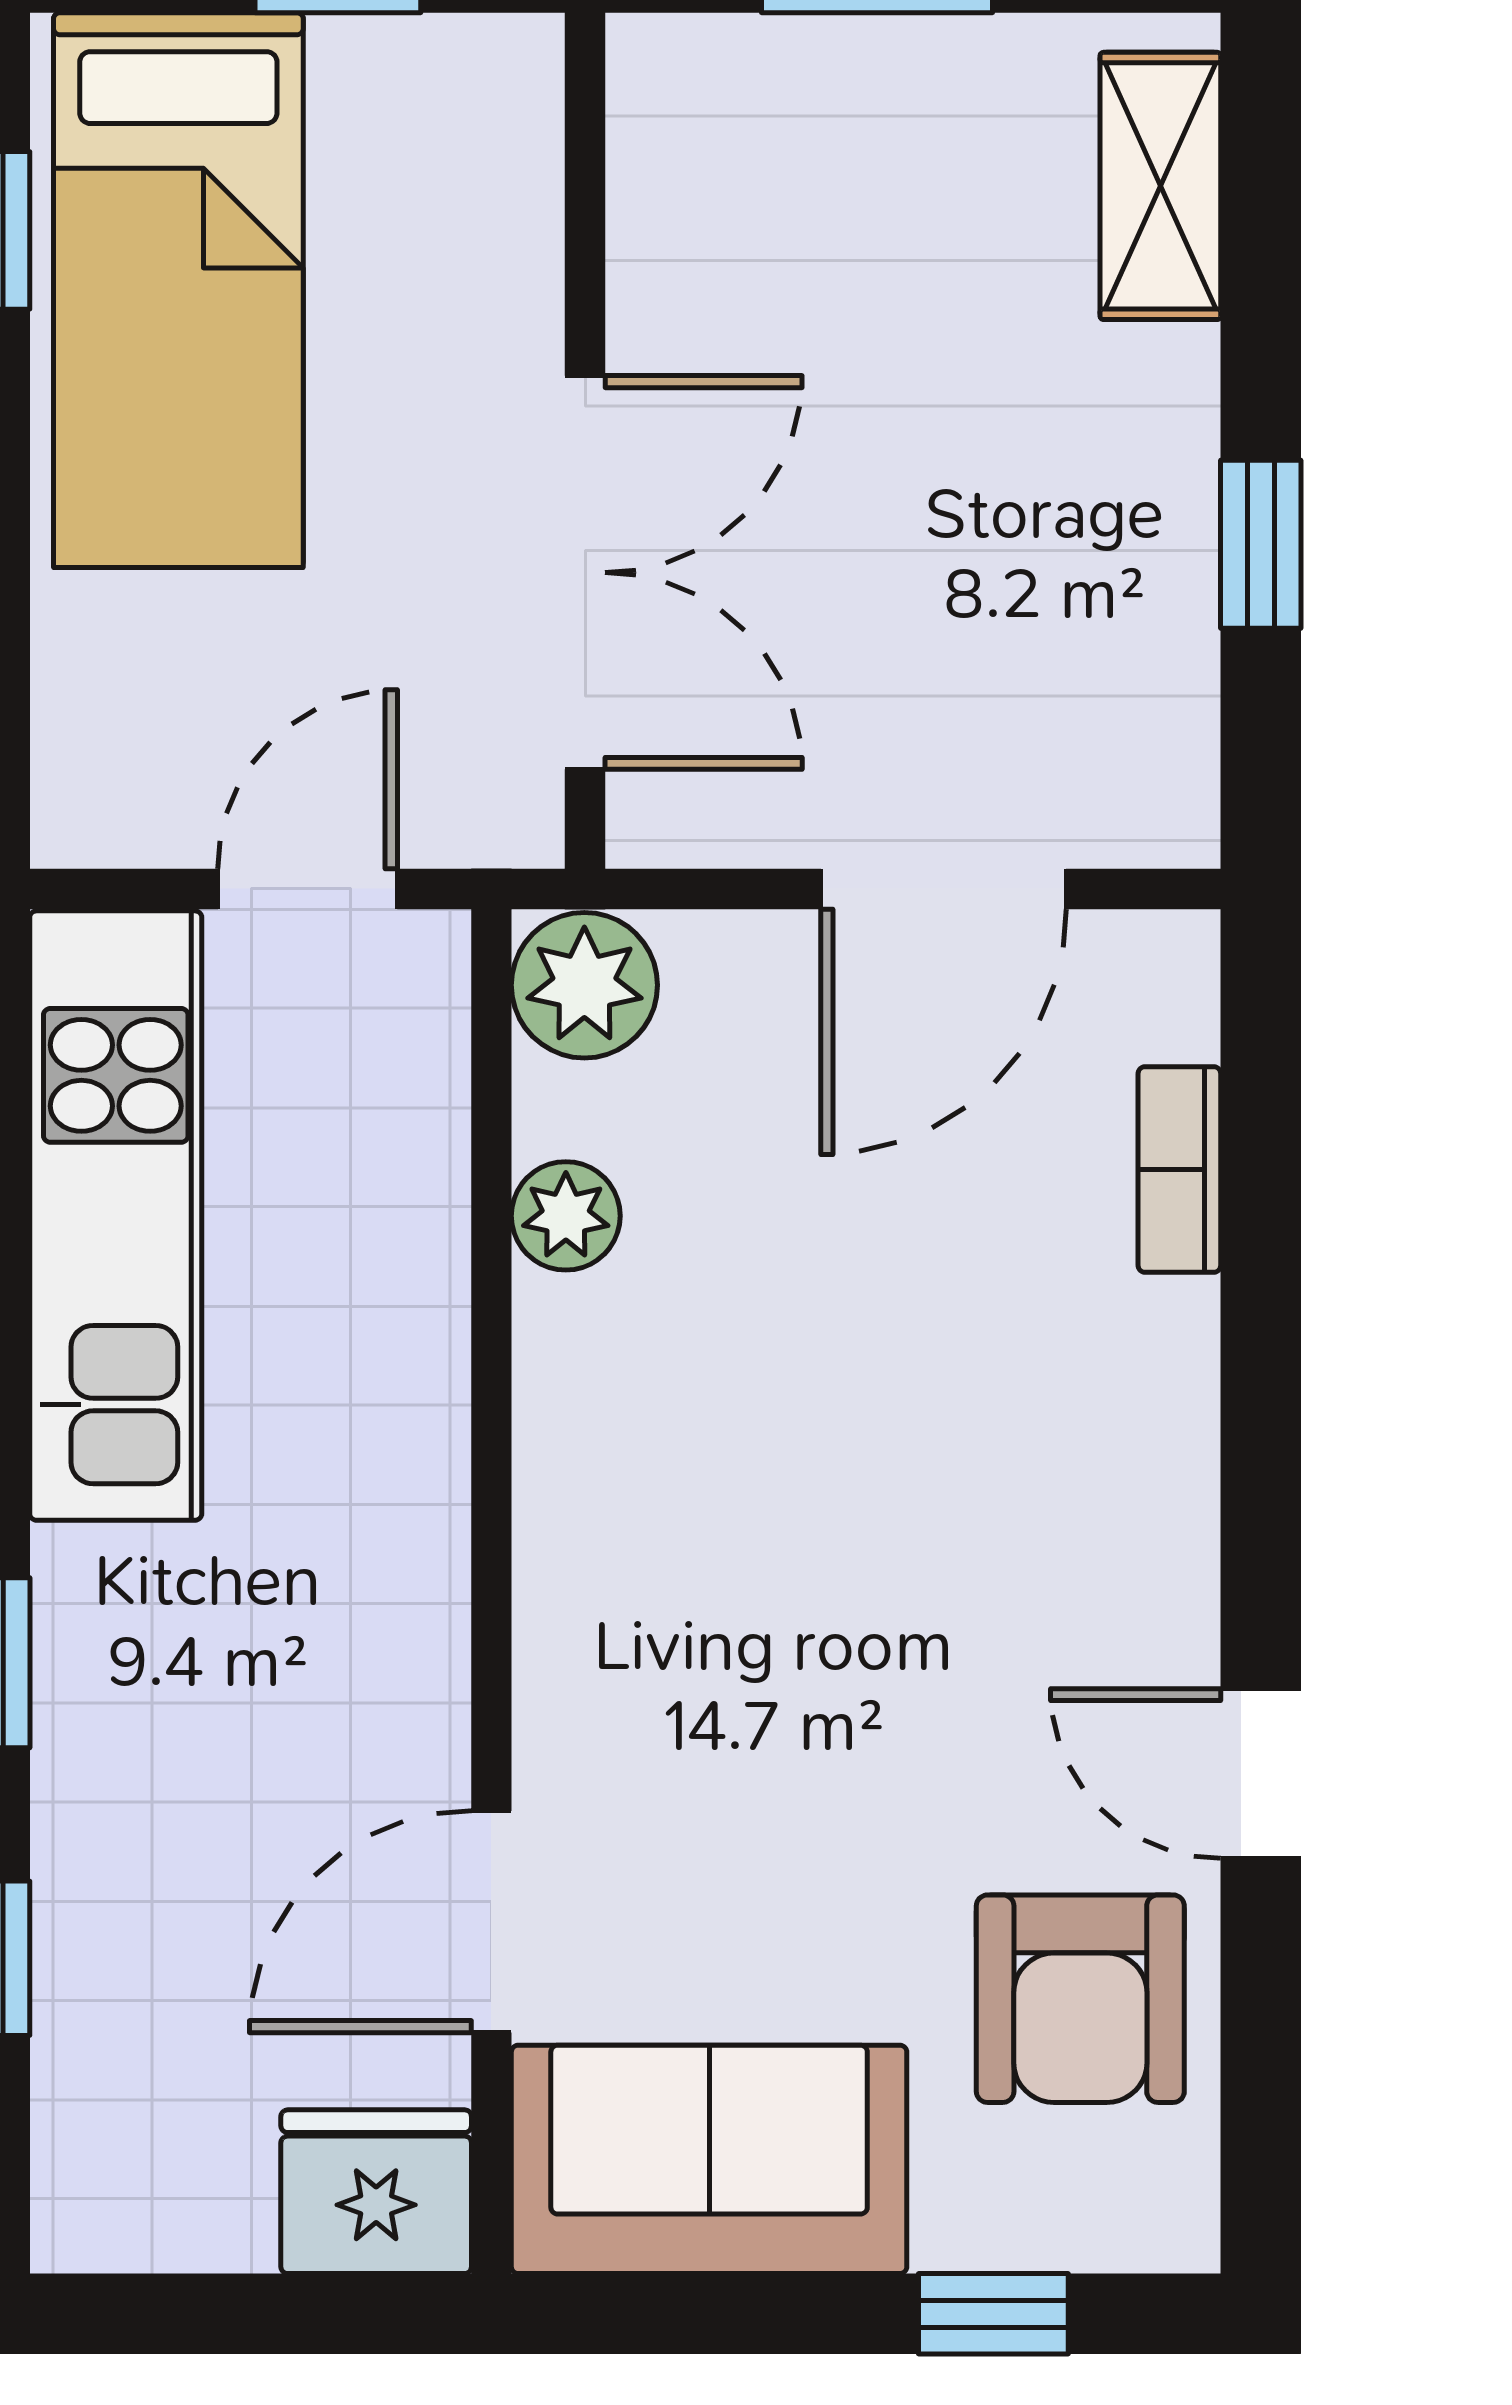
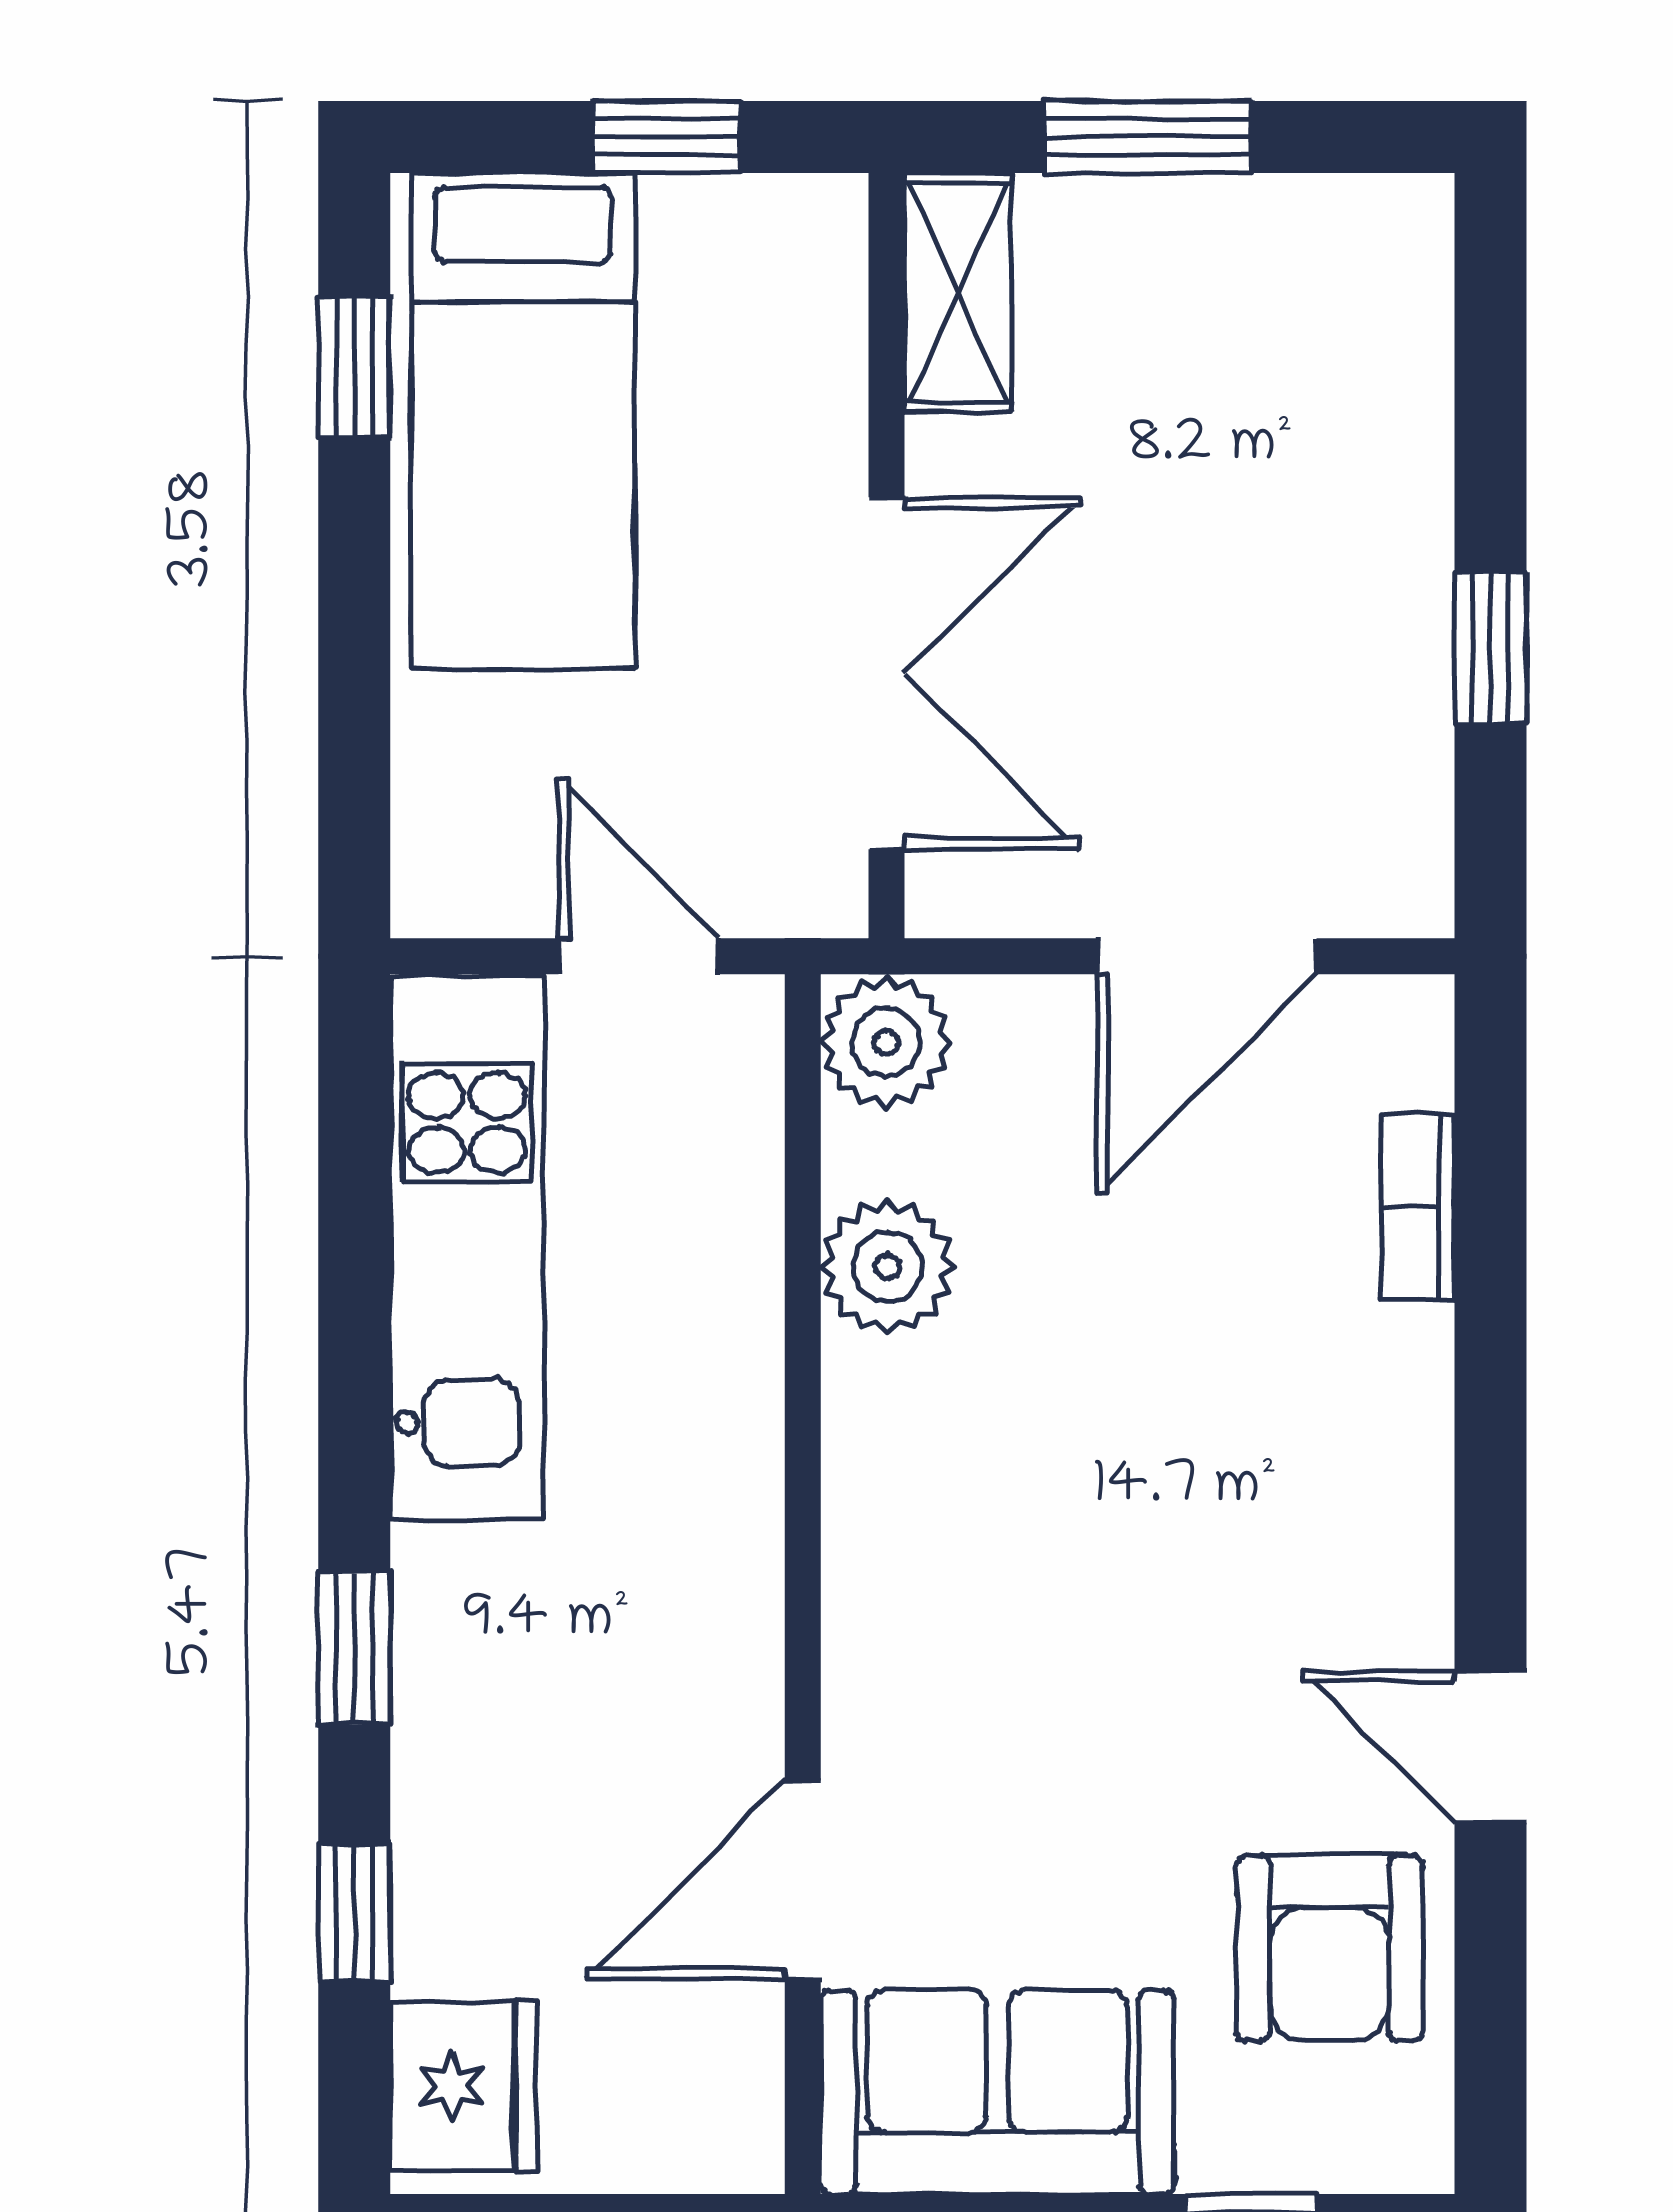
shelving: (1160, 186) -> (958, 292), moved
door: (308, 889) -> (639, 956), hinge flipped
plant: (566, 1216) -> (888, 1267), width x1.38, depth x1.38
fridge: (376, 2192) -> (463, 2086), moved, turned 90

